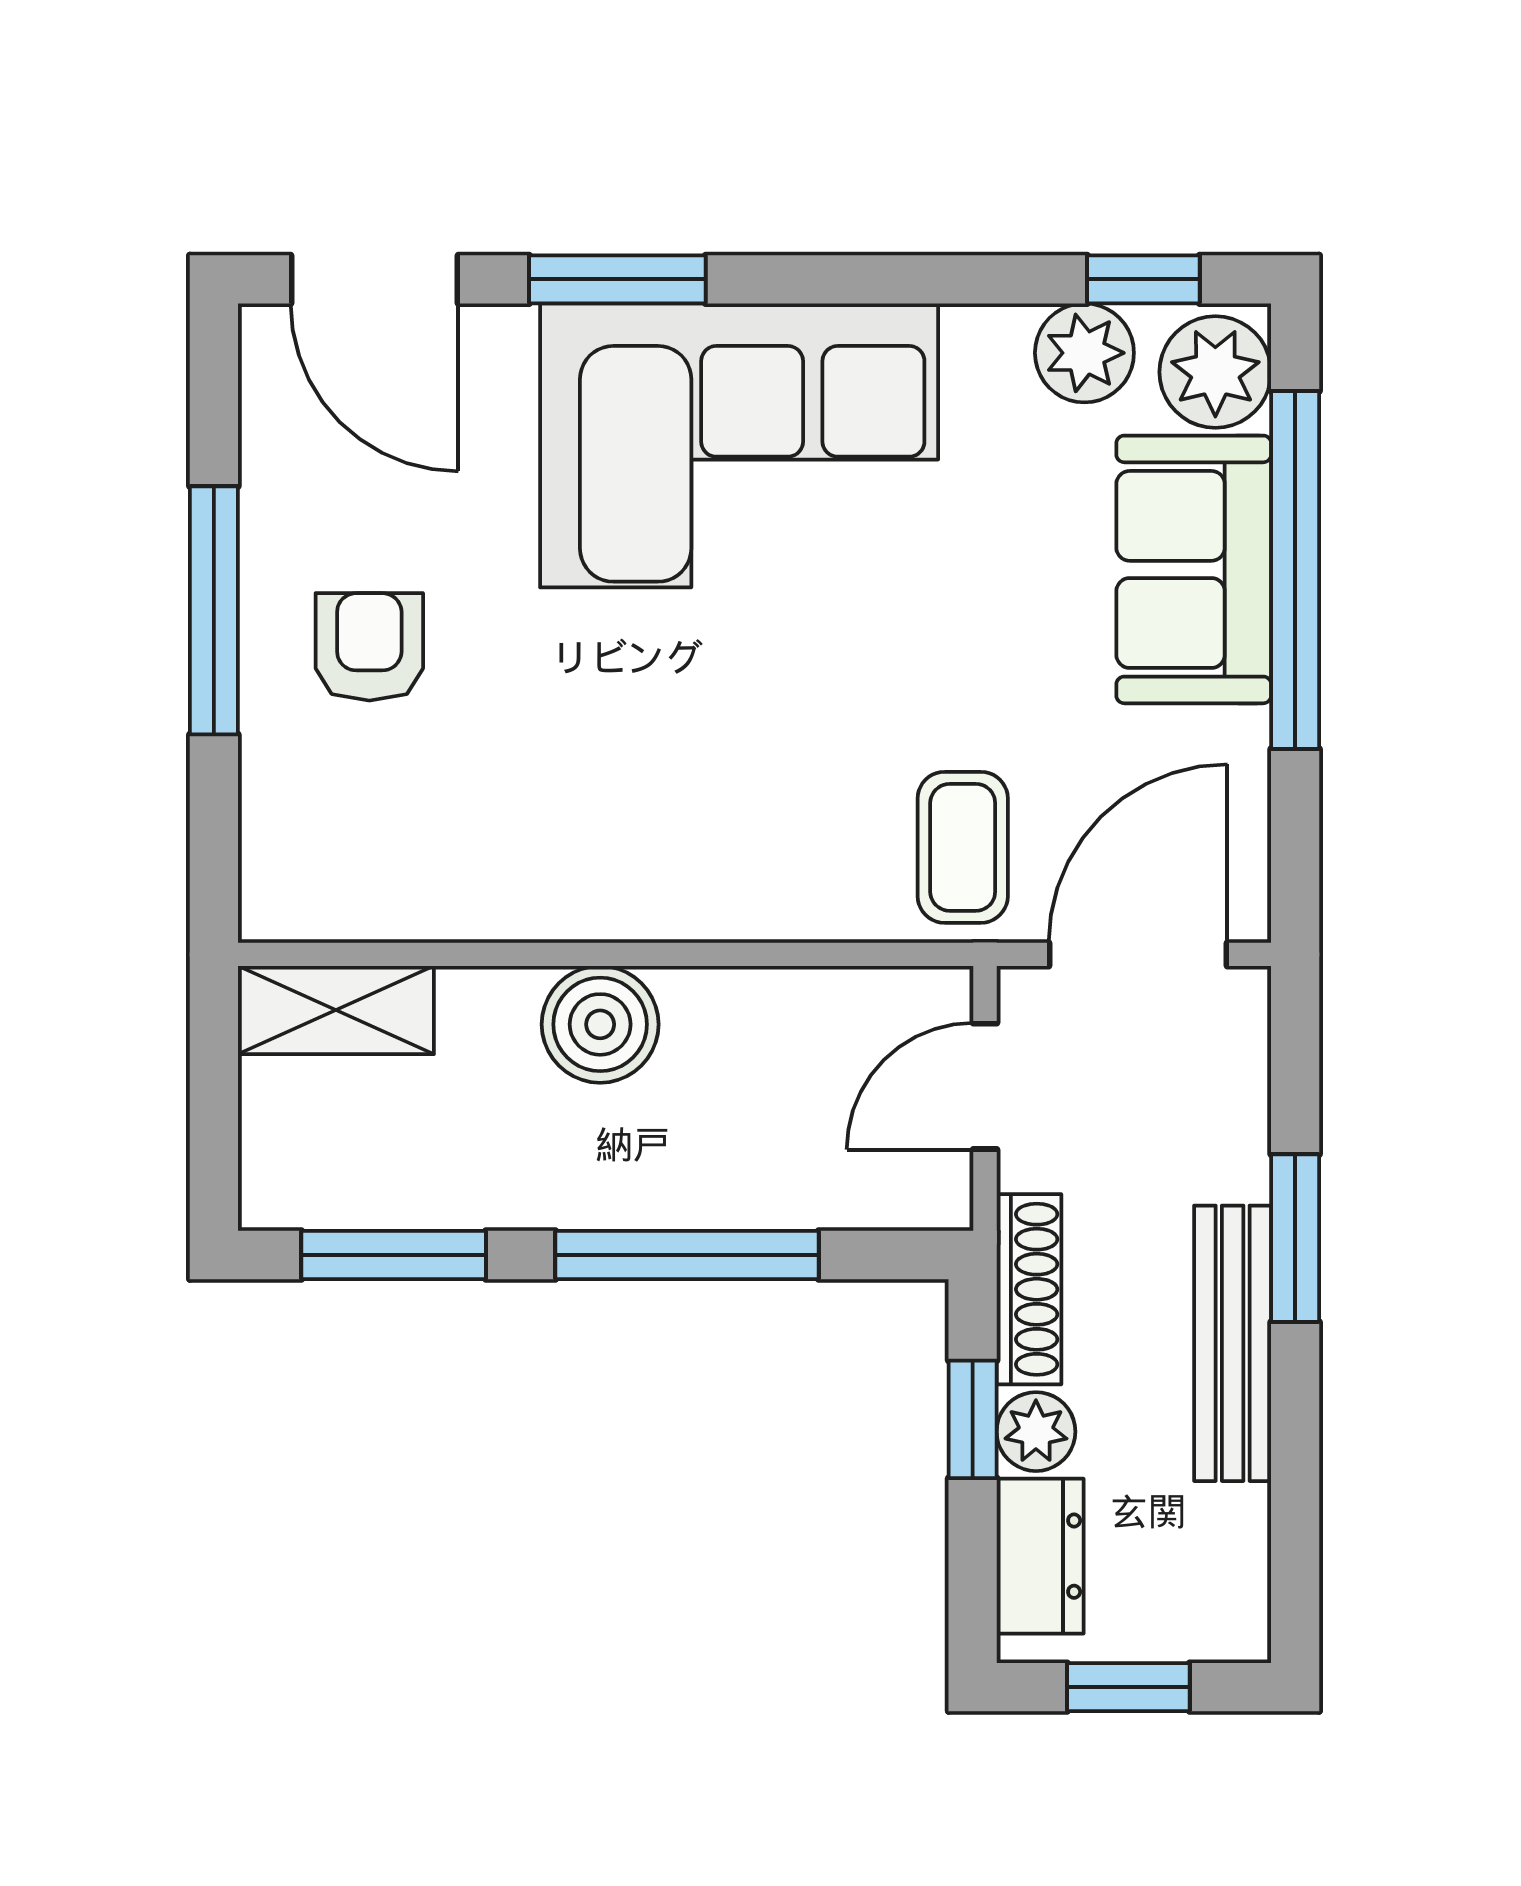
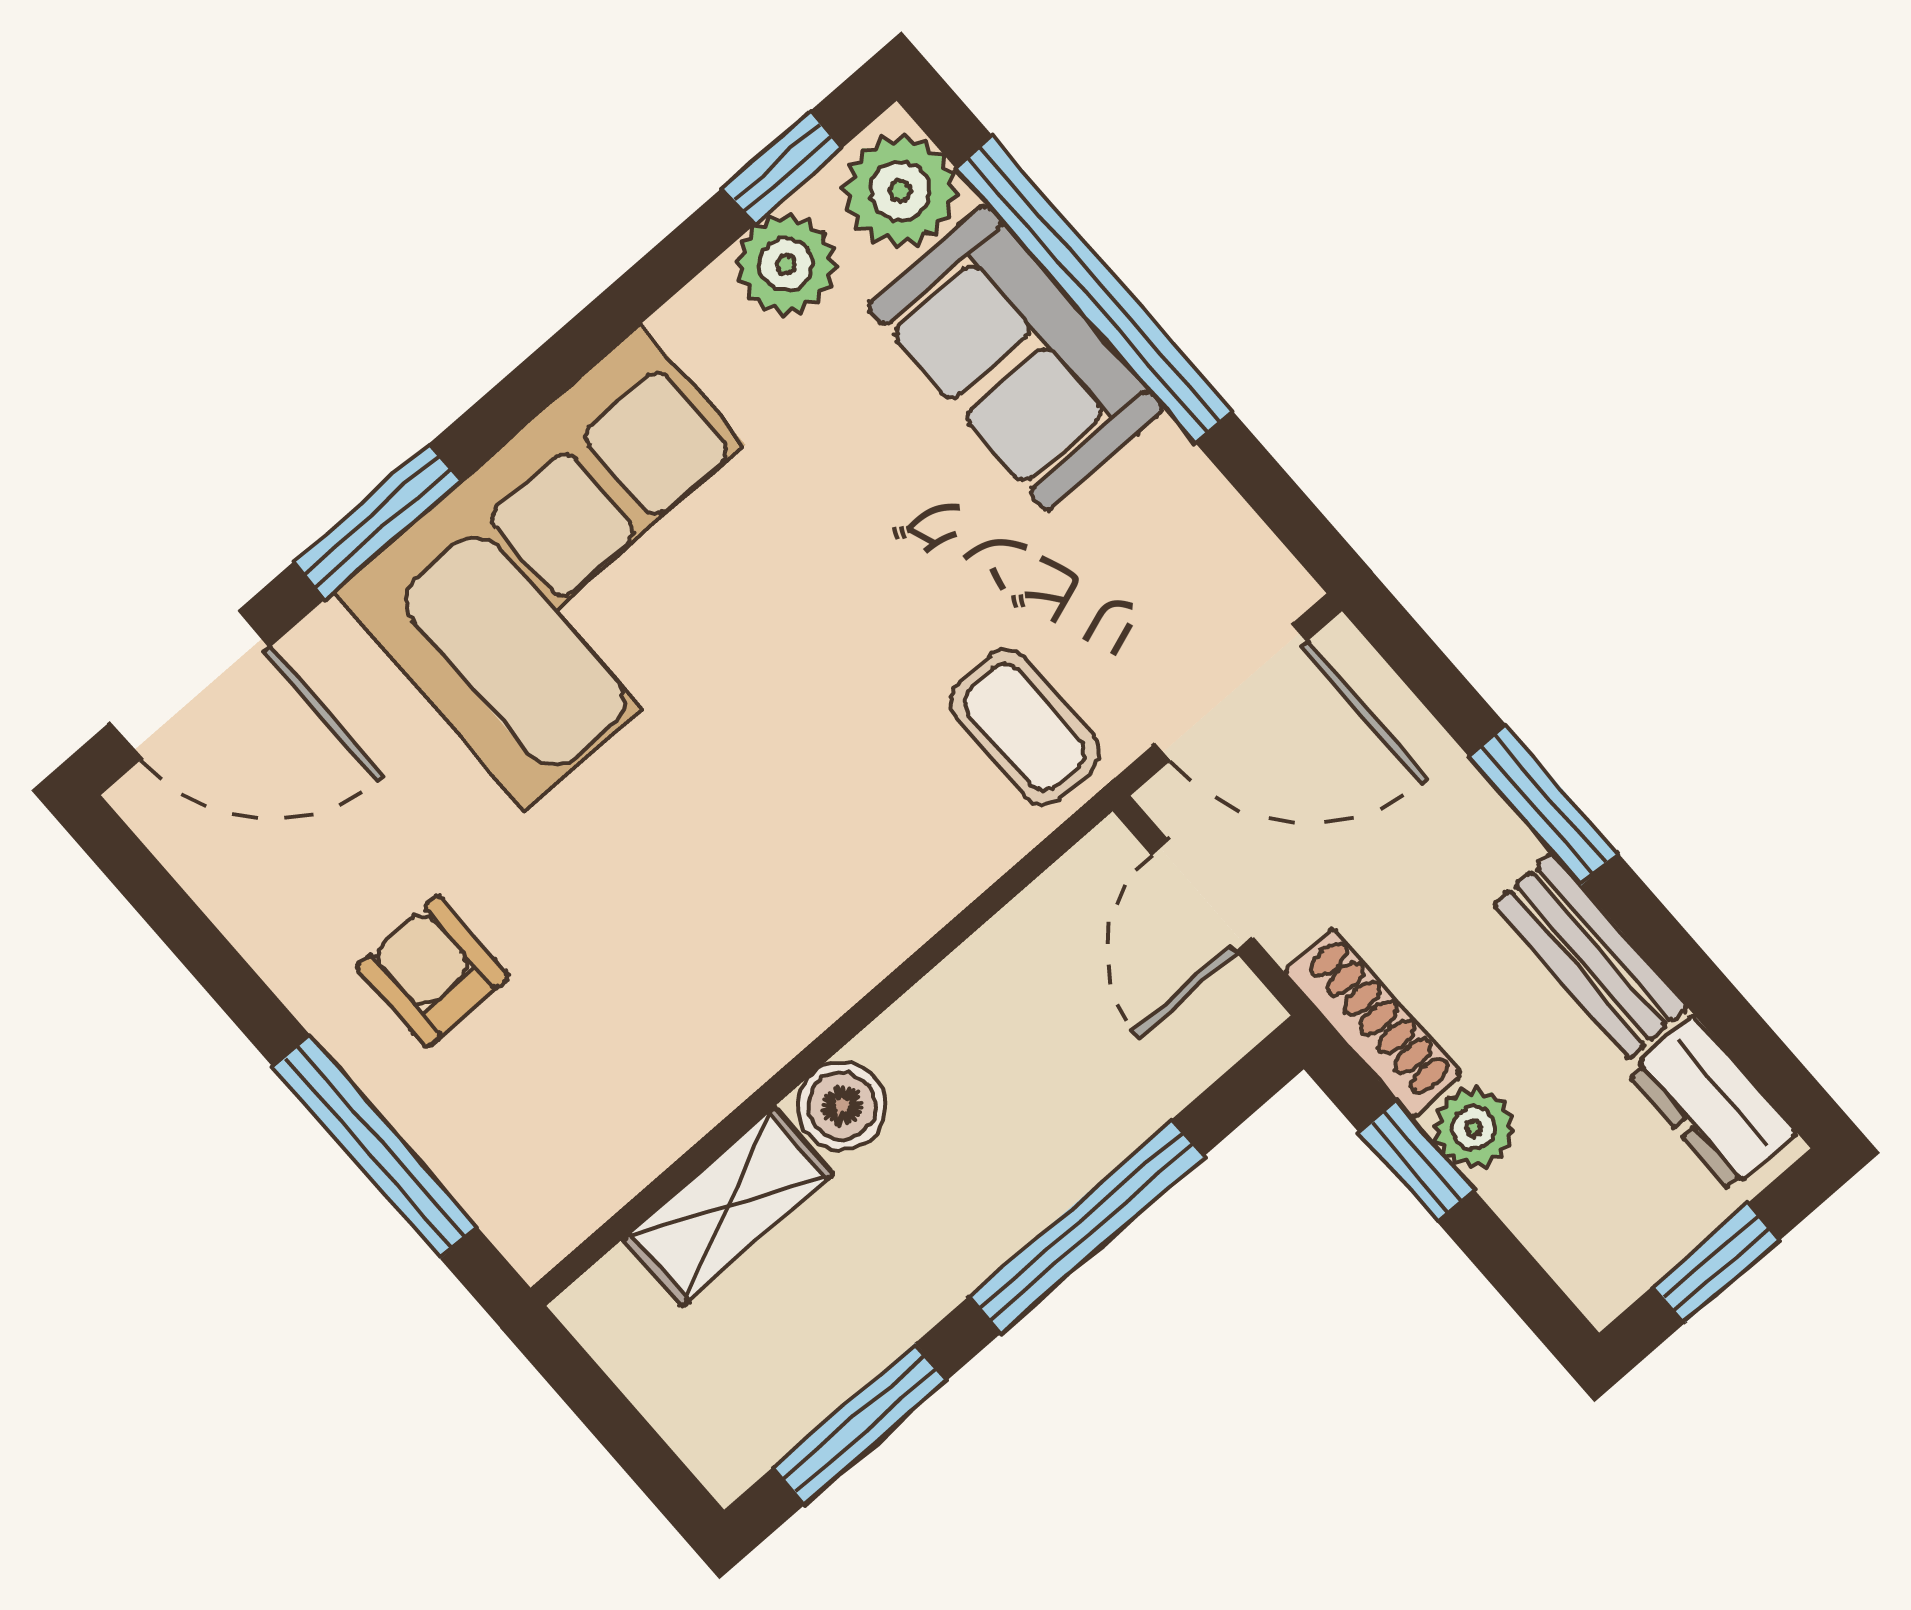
window: (214, 610) -> (375, 1147), moved
door: (1138, 954) -> (1232, 692), swing flipped
shelving: (336, 1010) -> (728, 1206), moved
boiler: (600, 1024) -> (842, 1106), width x0.73, depth x0.73
bench: (1233, 1343) -> (1591, 956), width x0.73
dresser: (1040, 1556) -> (1712, 1103), moved, turned 180

